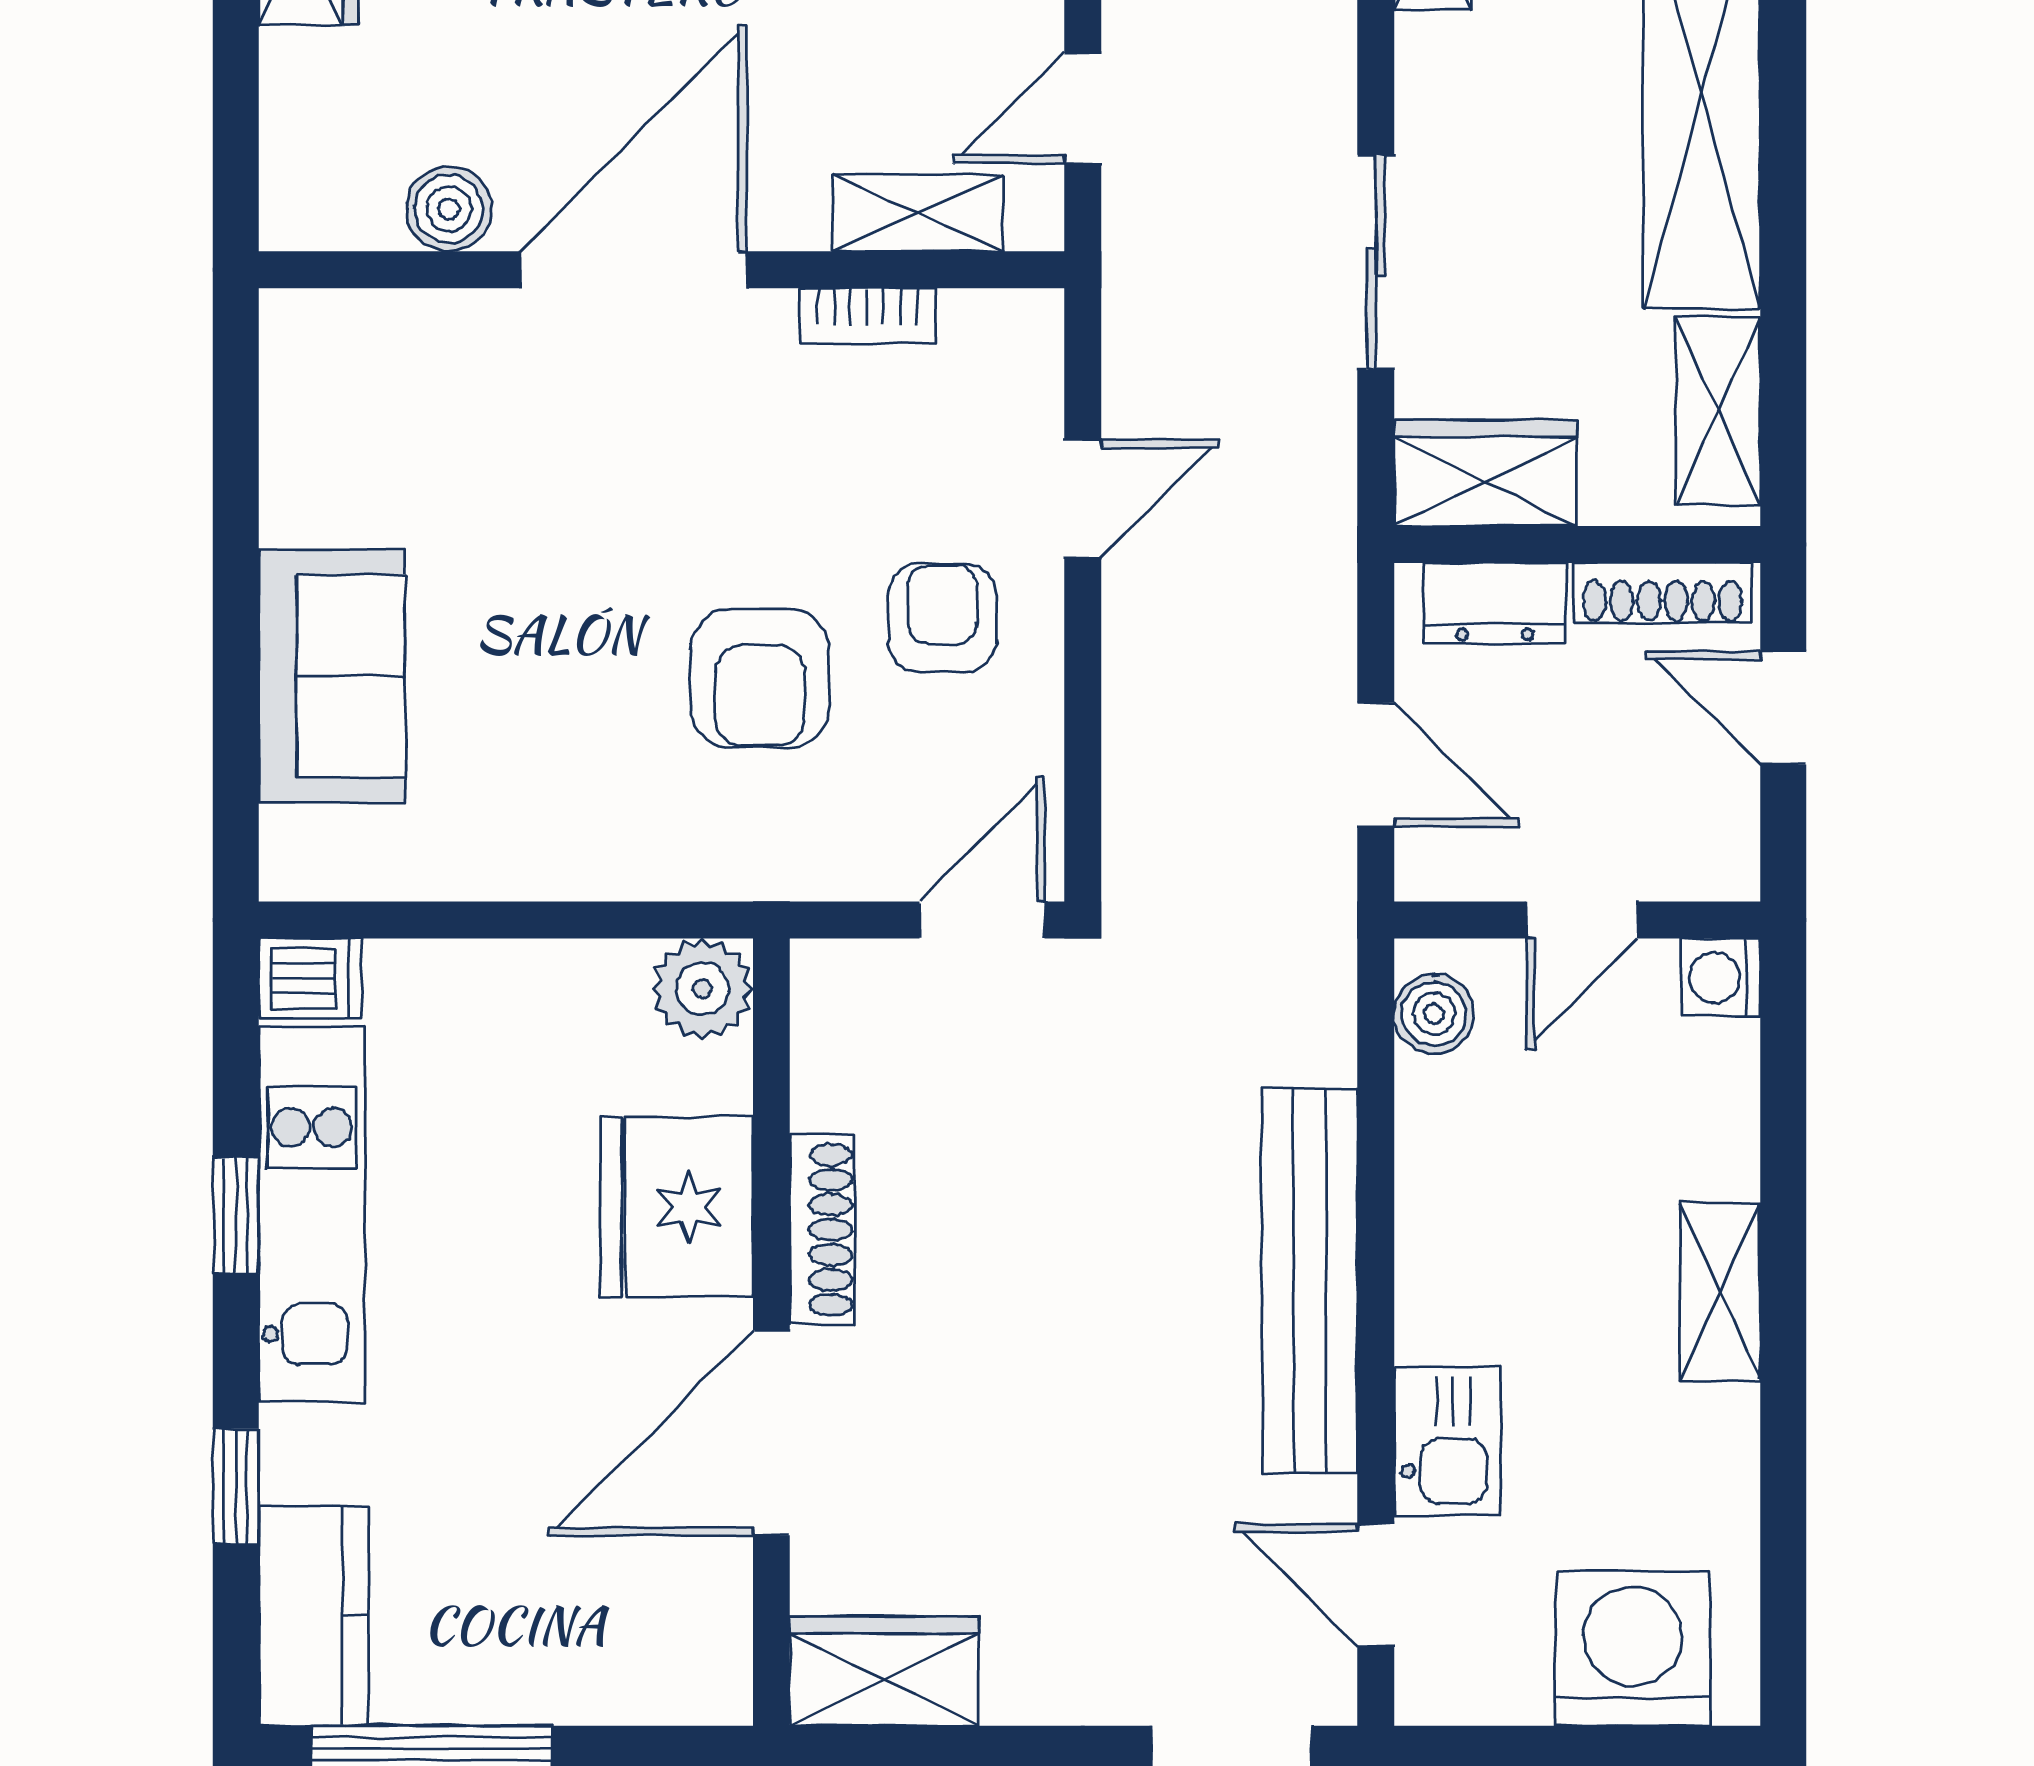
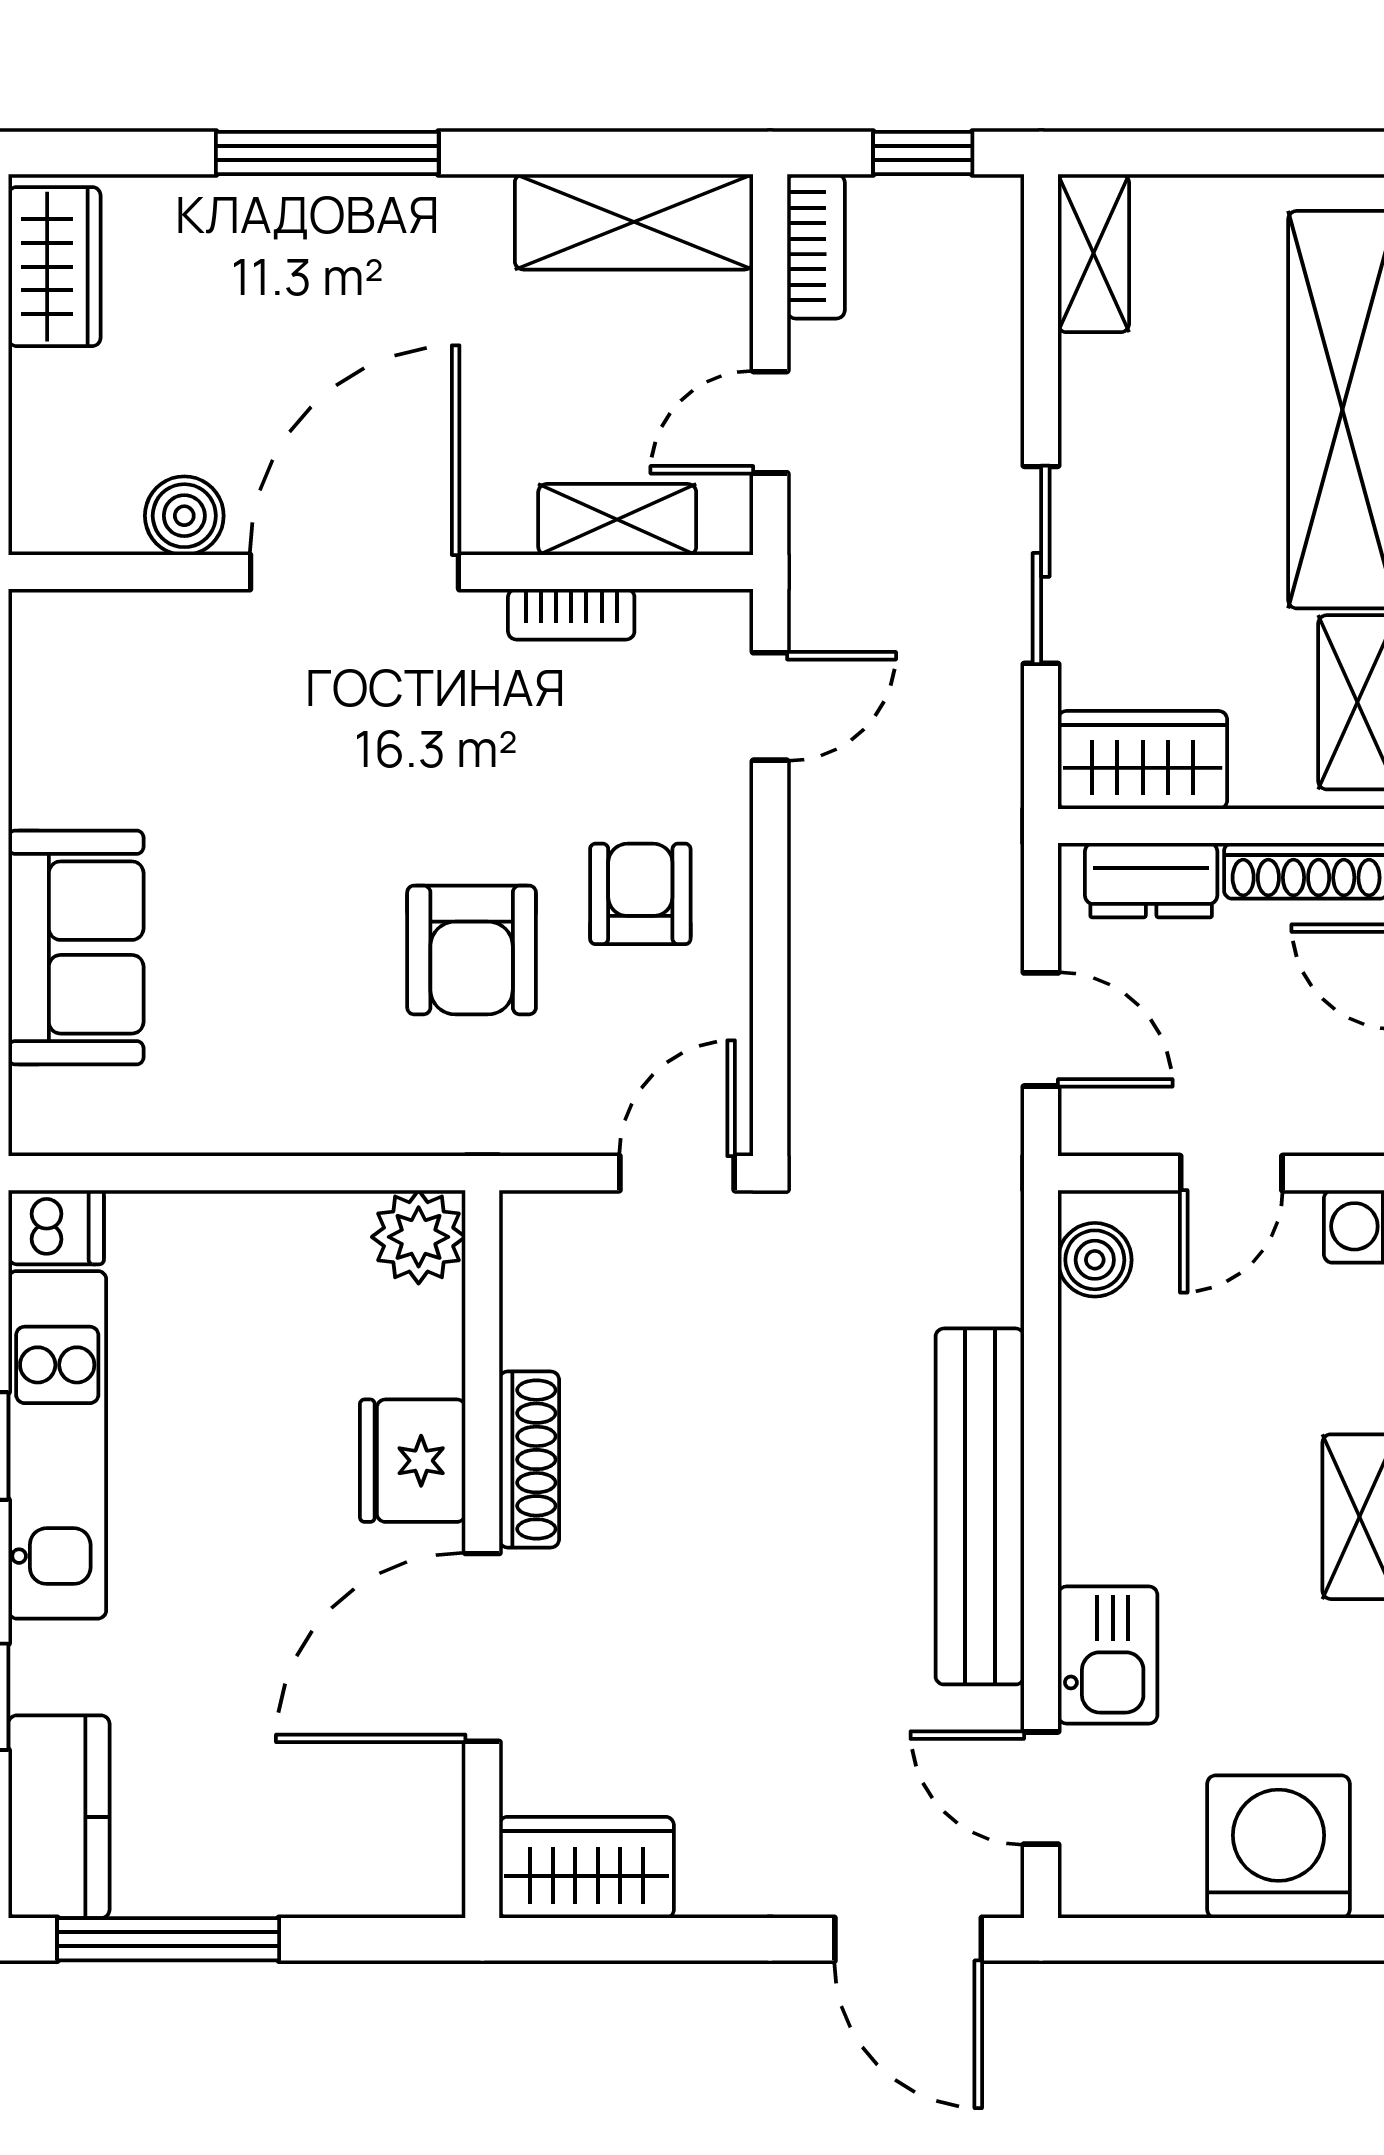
door: (1083, 499) -> (770, 706), moved
fridge: (677, 1207) -> (413, 1461), width x0.73, depth x0.75

